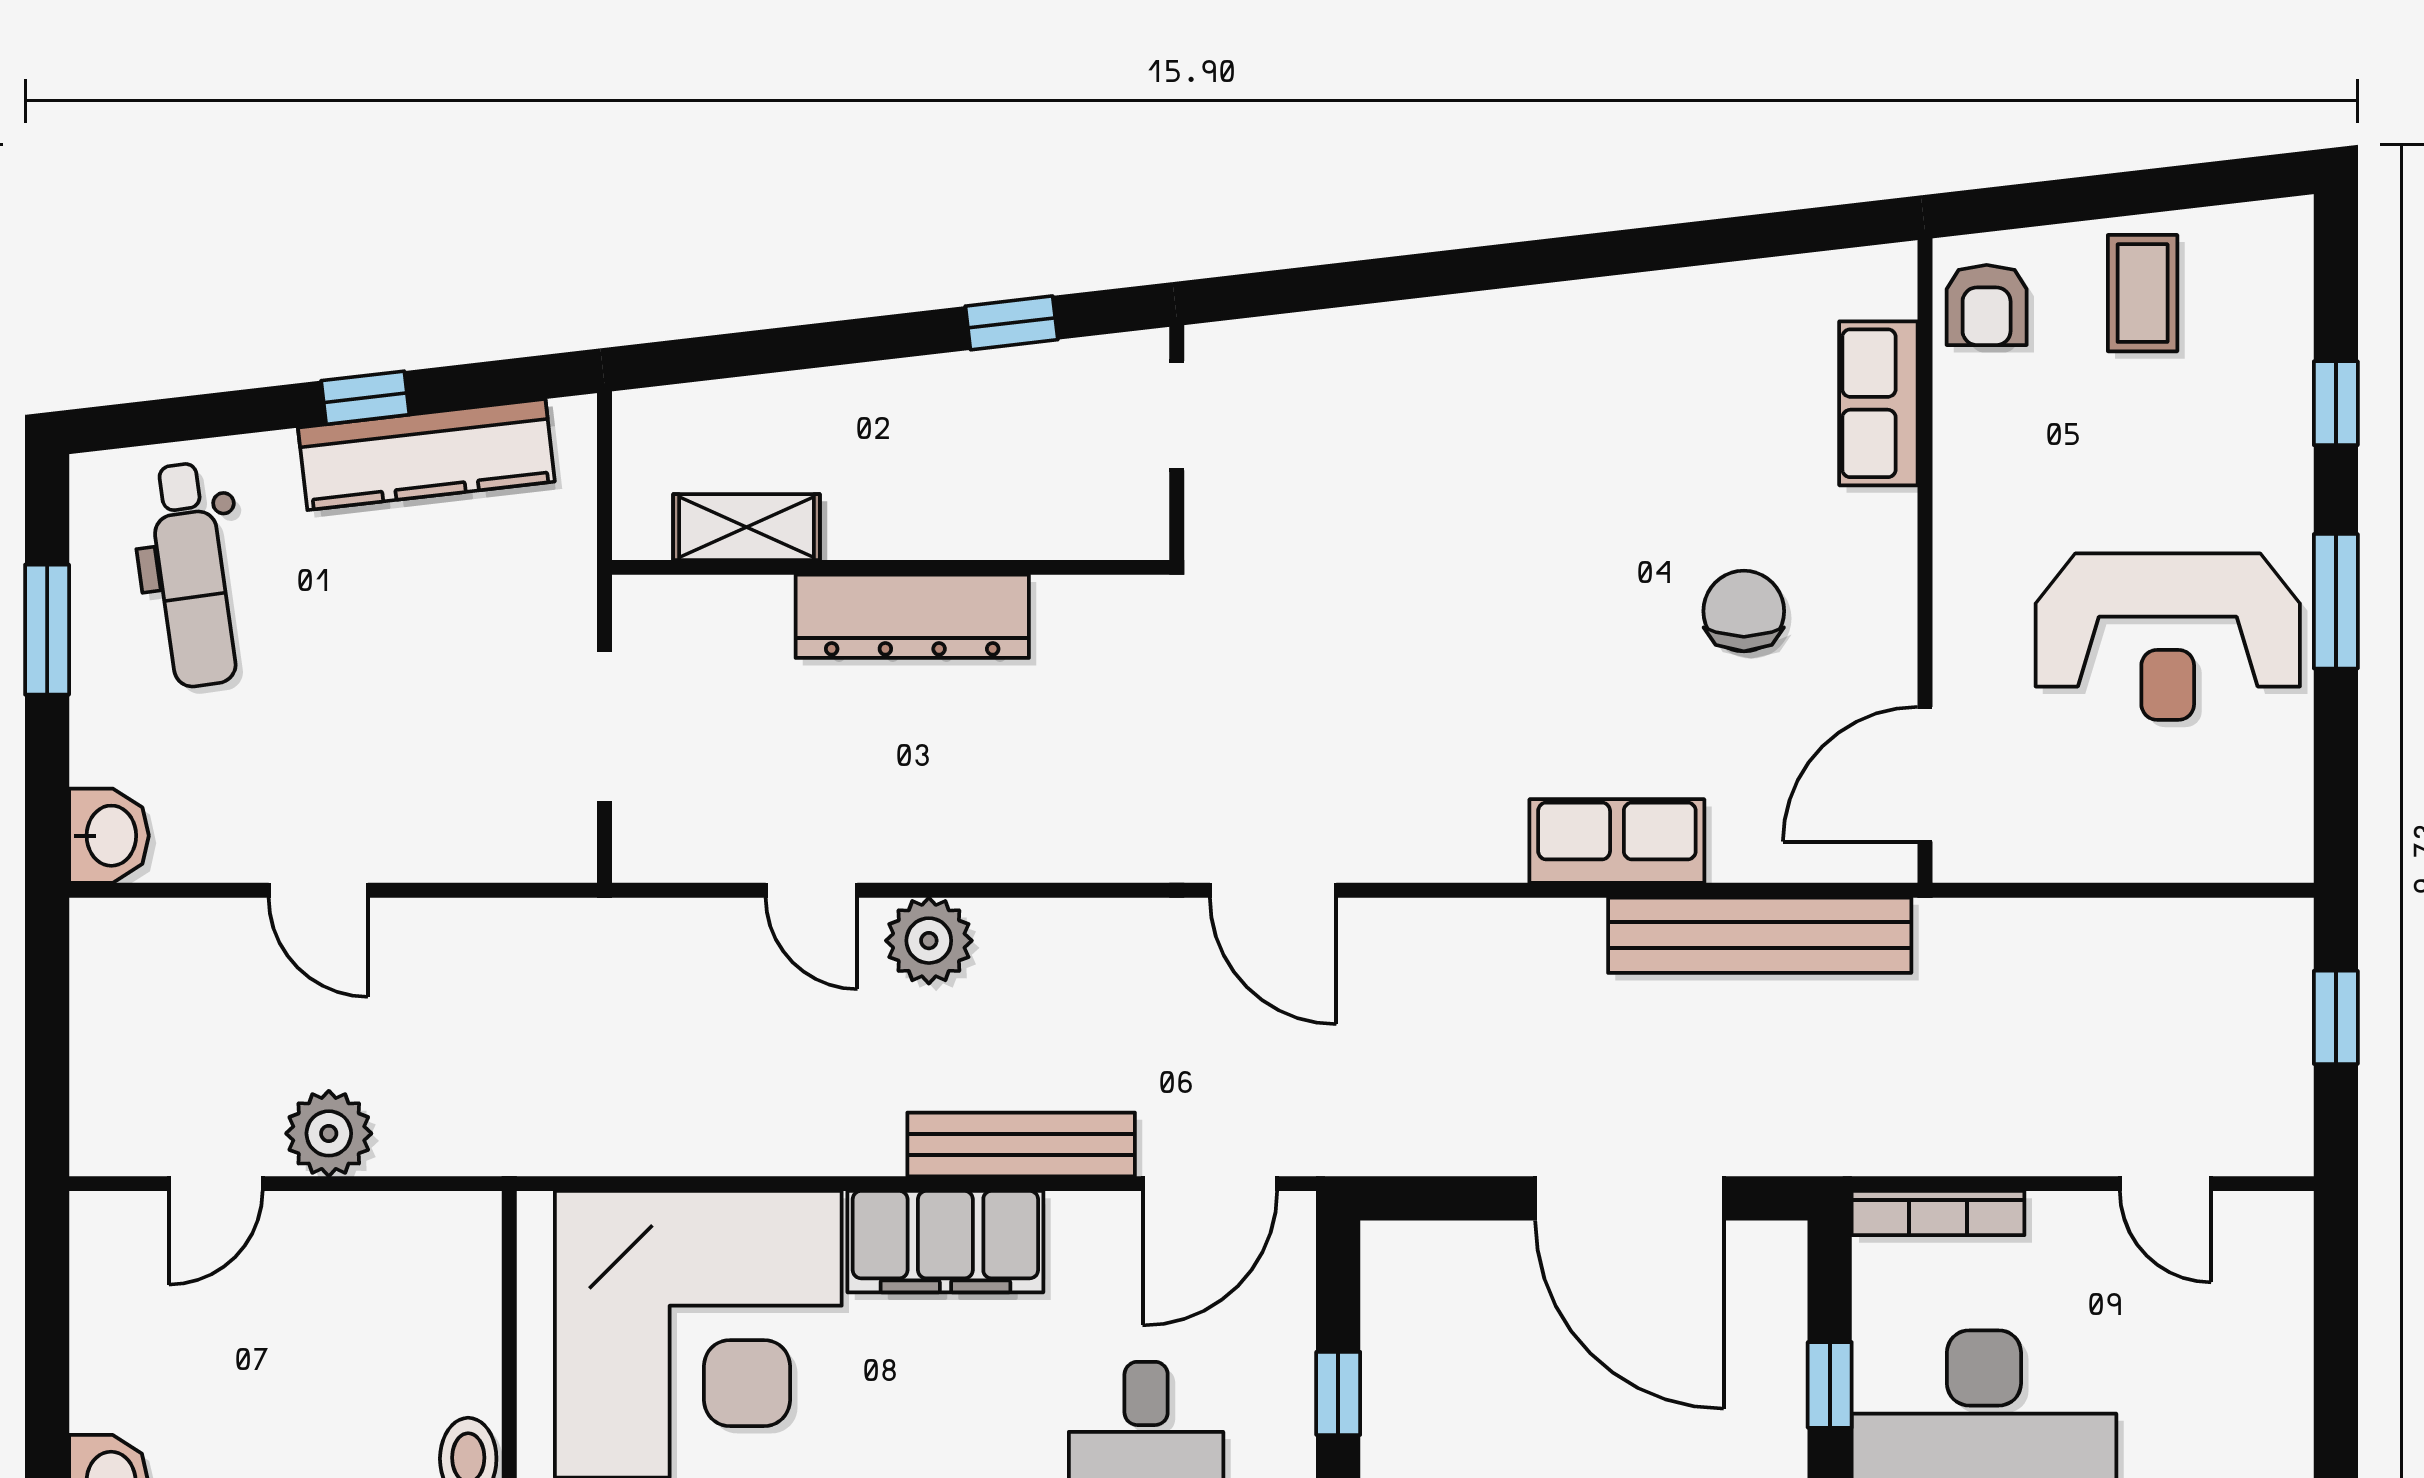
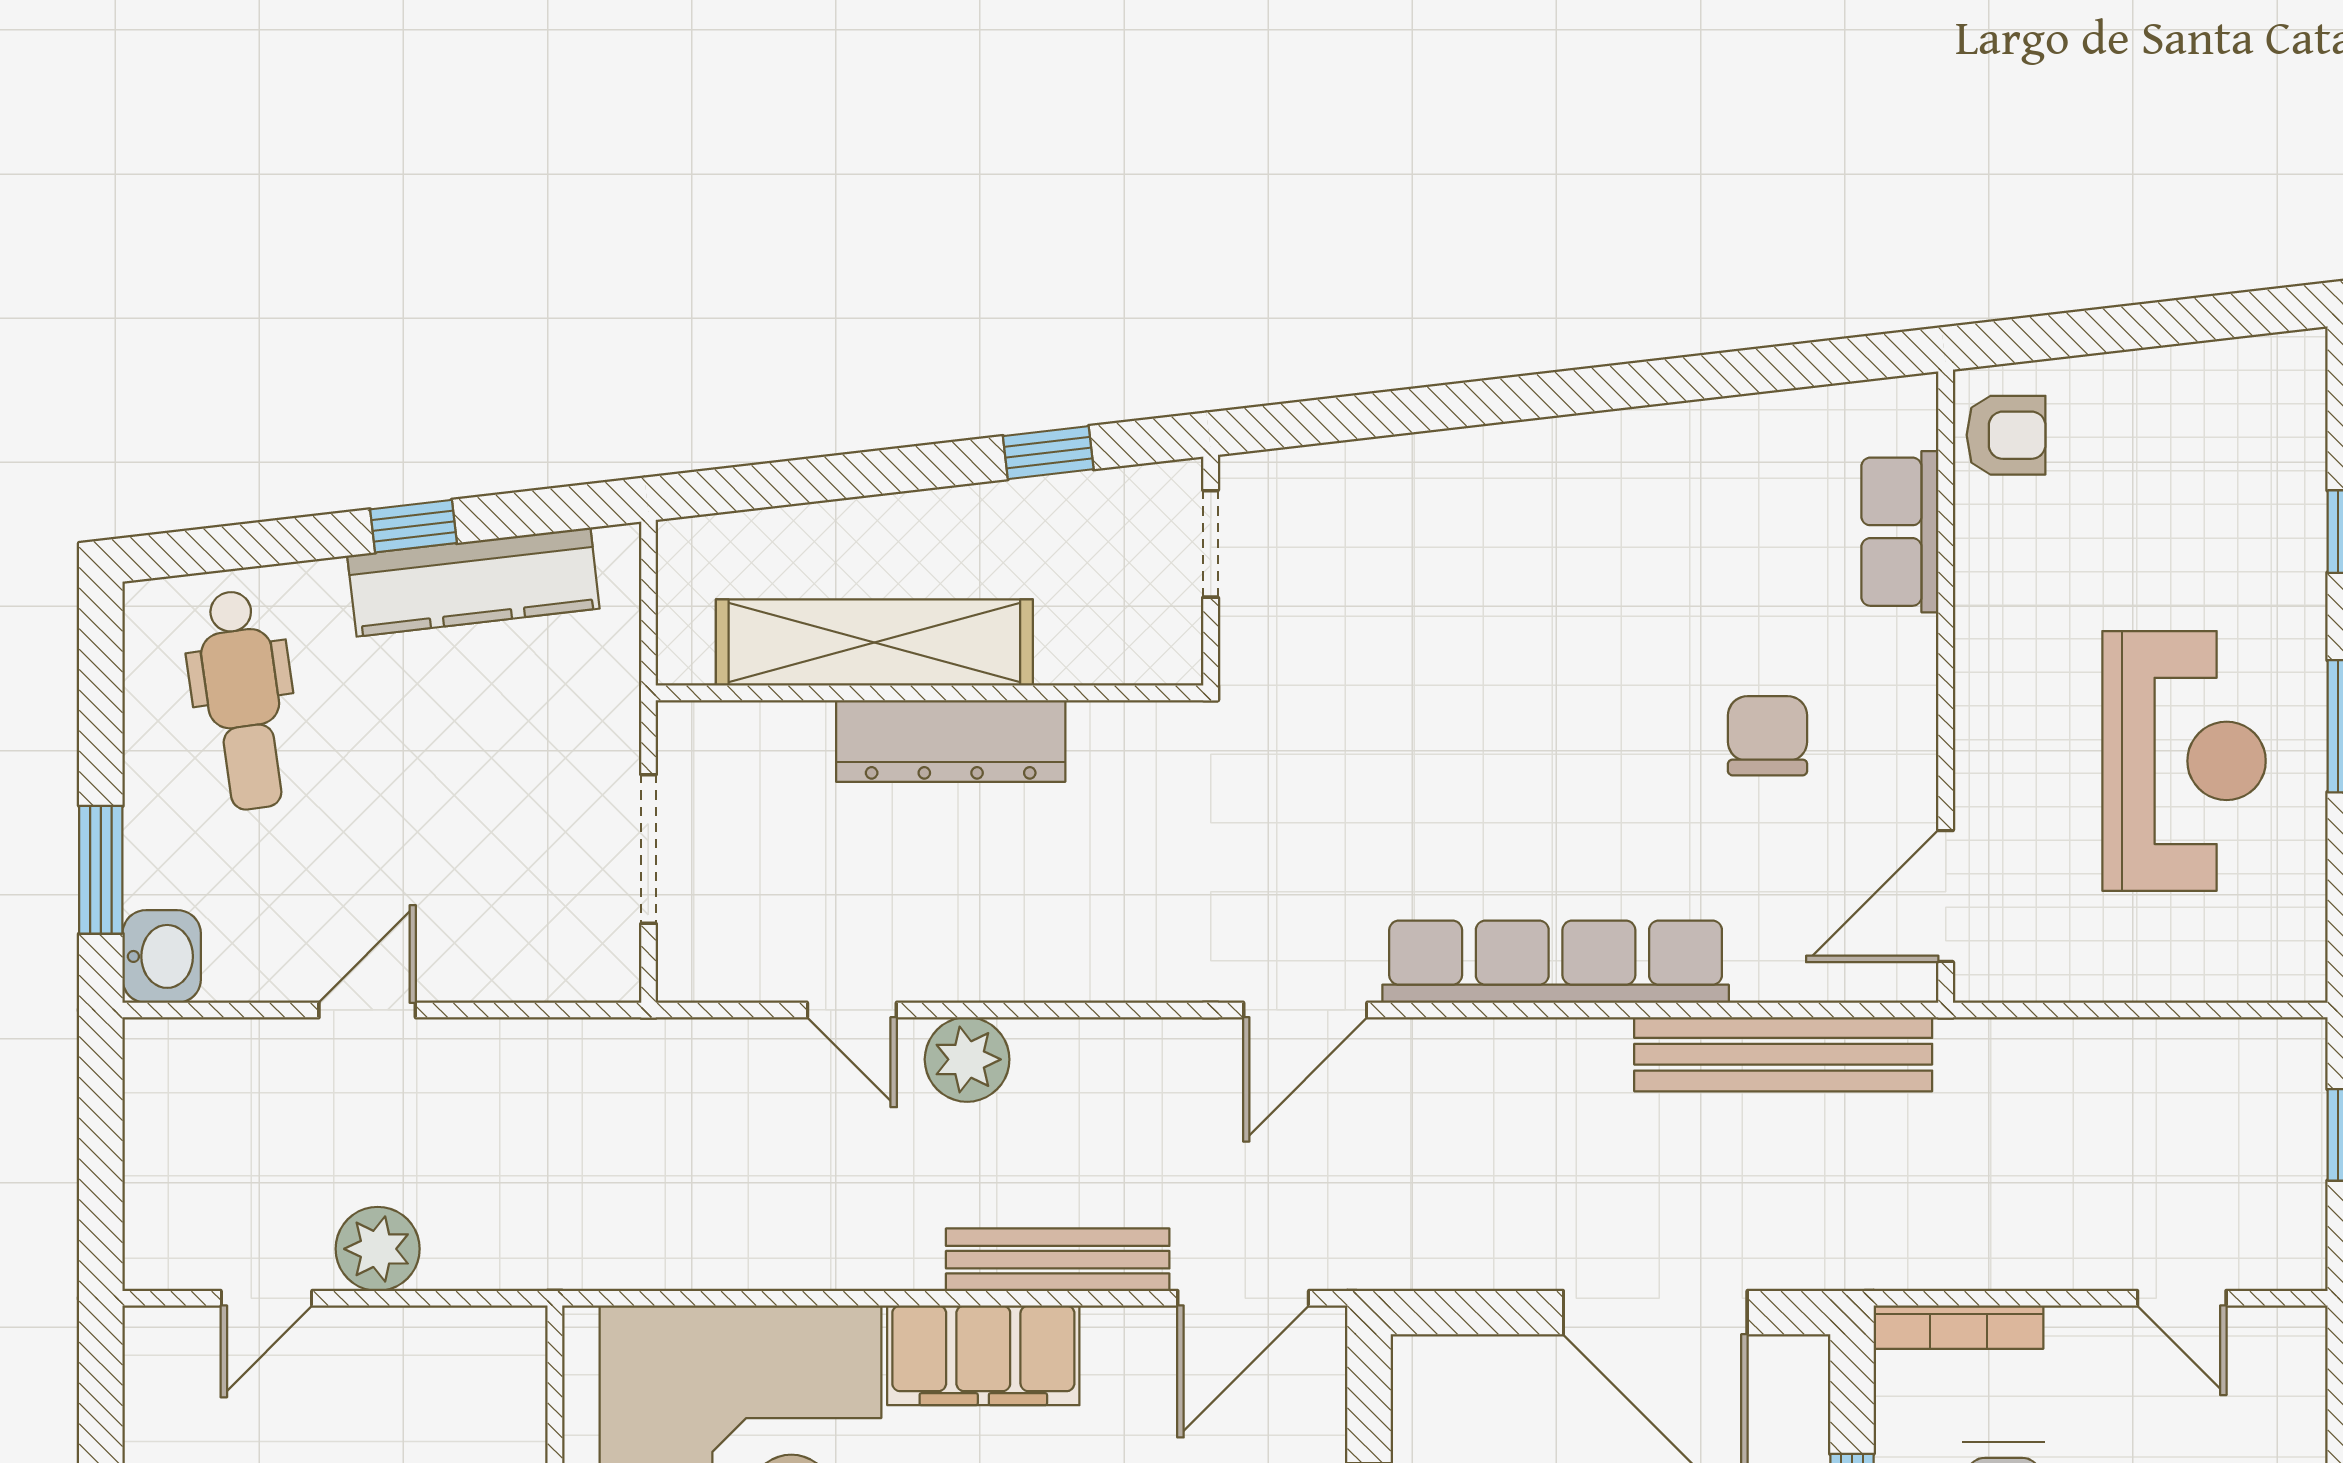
coffee table: (2143, 293) -> (2159, 423), removed
armchair: (1987, 305) -> (2006, 435), turned -90
shelving: (747, 527) -> (874, 642), width x2.20, depth x1.33
window: (47, 630) -> (101, 870), moved
reception desk: (2168, 637) -> (2184, 761), turned -90
row of seats: (1617, 841) -> (1556, 962), width x2.02
door: (318, 890) -> (367, 1010), swing flipped
door: (1273, 890) -> (1305, 1010), hinge flipped

